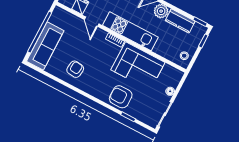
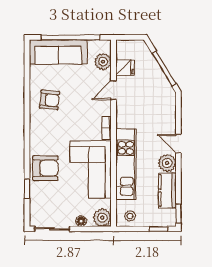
plant: (68, 19) -> (103, 62), added
kitchen unit: (130, 31) -> (126, 164), moved
plant: (175, 76) -> (102, 218), added
armchair: (121, 97) -> (45, 168), turned 90

